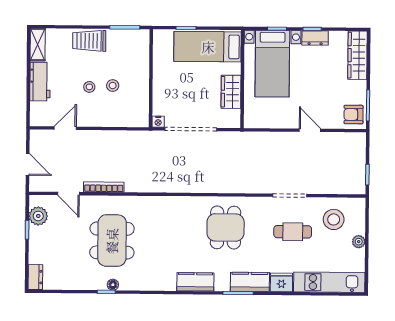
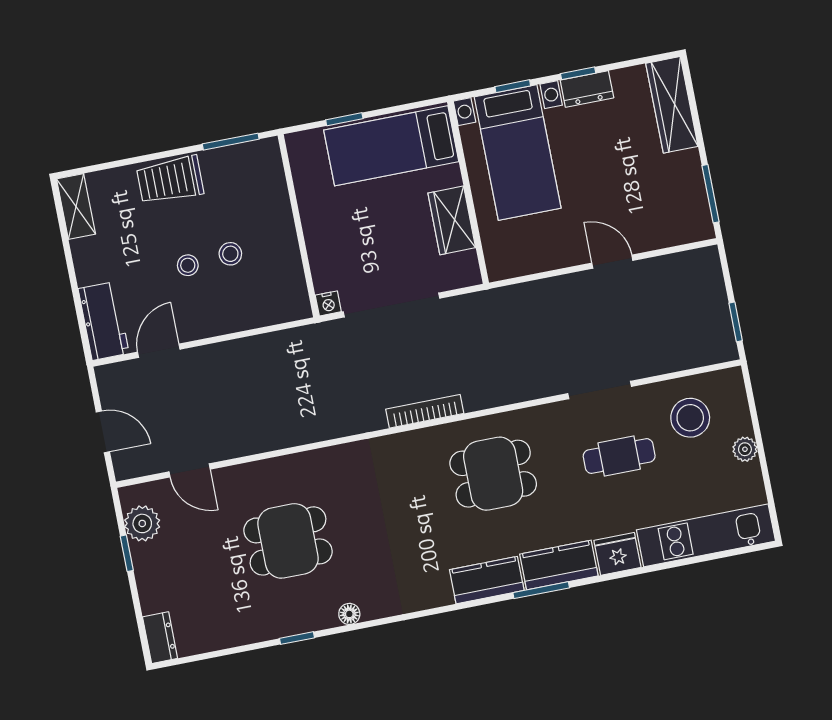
workbench: (40, 82) -> (104, 321), moved
armchair: (353, 115) -> (687, 216), removed
bookcase: (104, 187) -> (425, 411), moved
dining table: (226, 227) -> (493, 474), turned 90
dining table: (112, 241) -> (288, 541), width x0.73
kitchen counter: (195, 282) -> (487, 580), moved
floor lamp: (113, 285) -> (349, 614), moved

